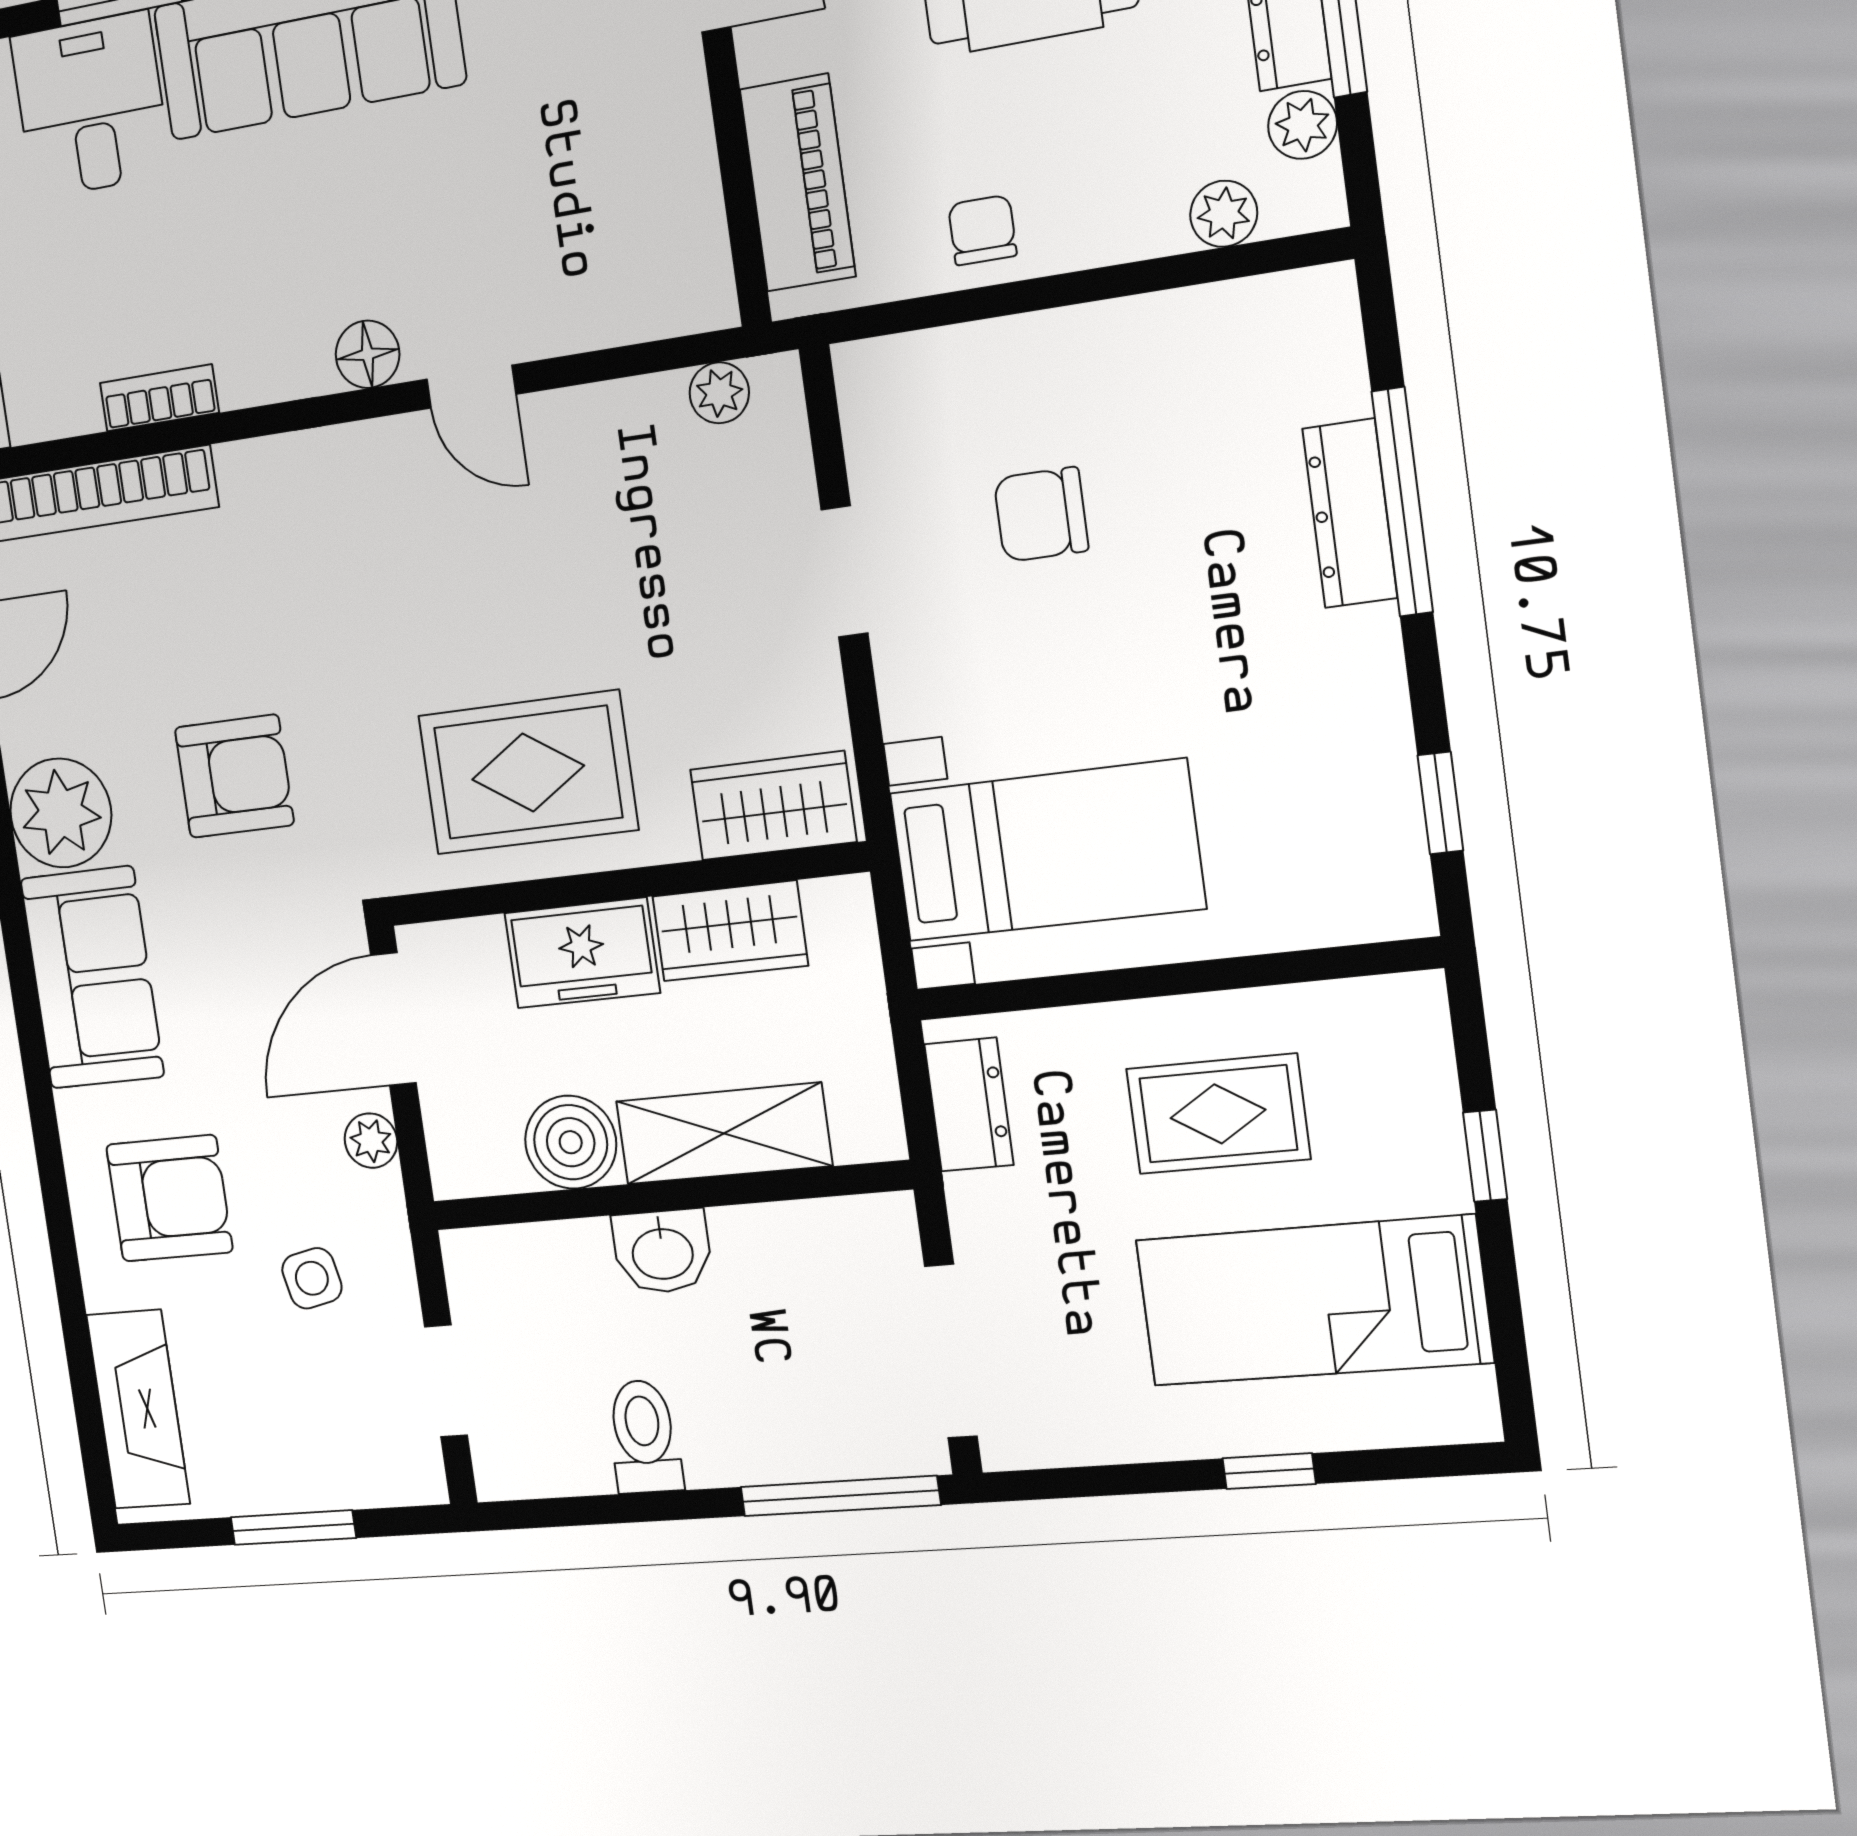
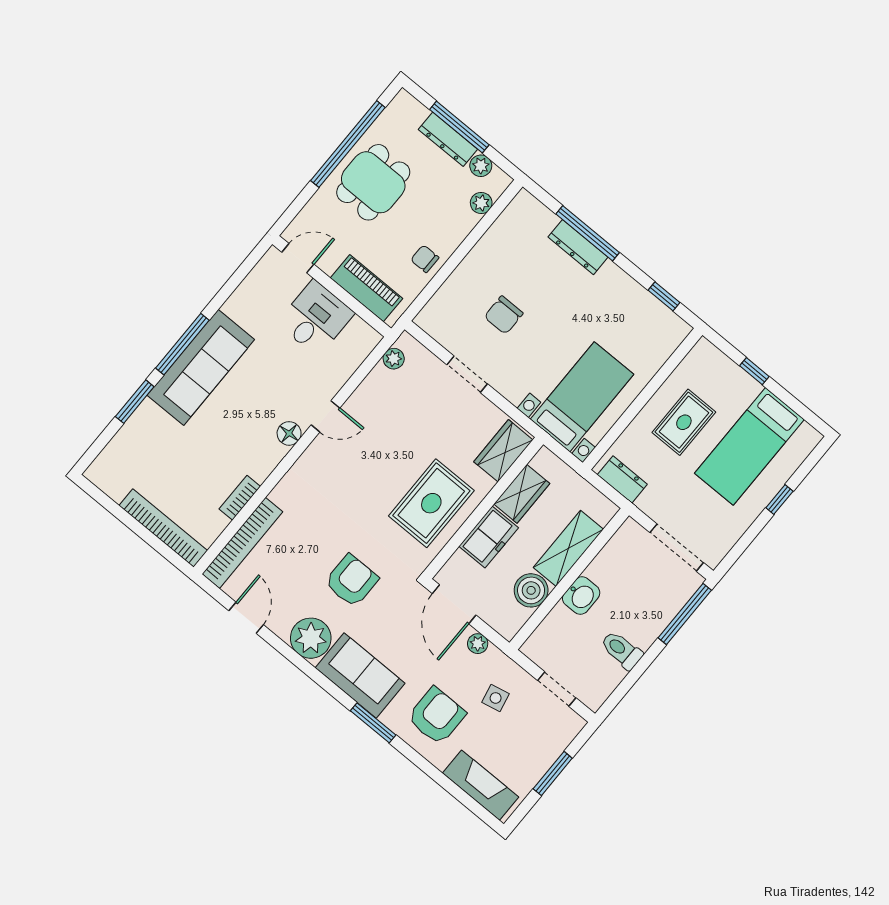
desk: (91, 105) -> (316, 318), moved, turned 90
window: (39, 1092) -> (373, 723), added

